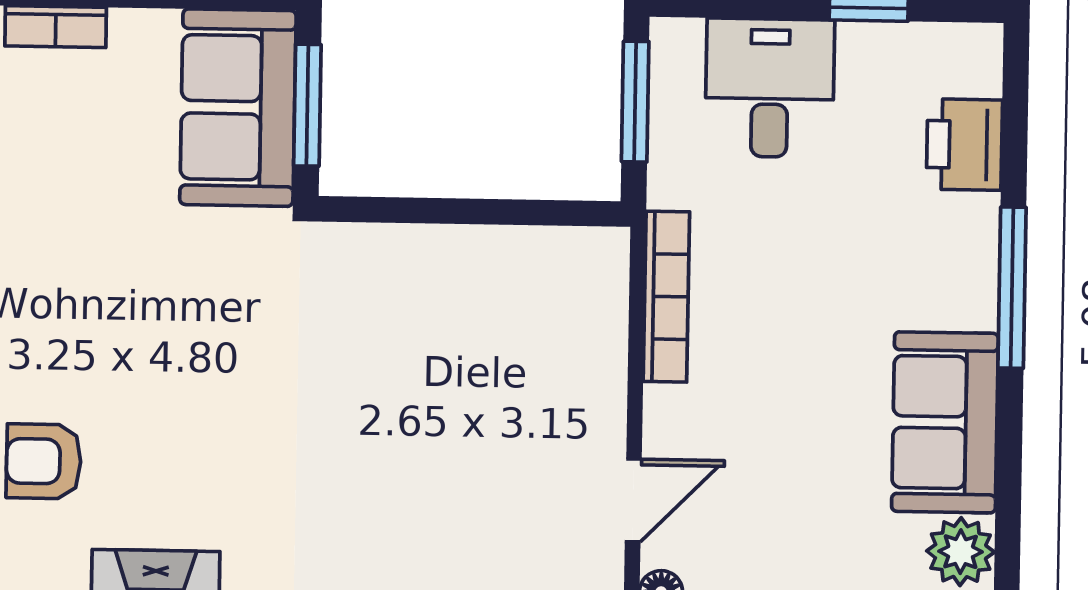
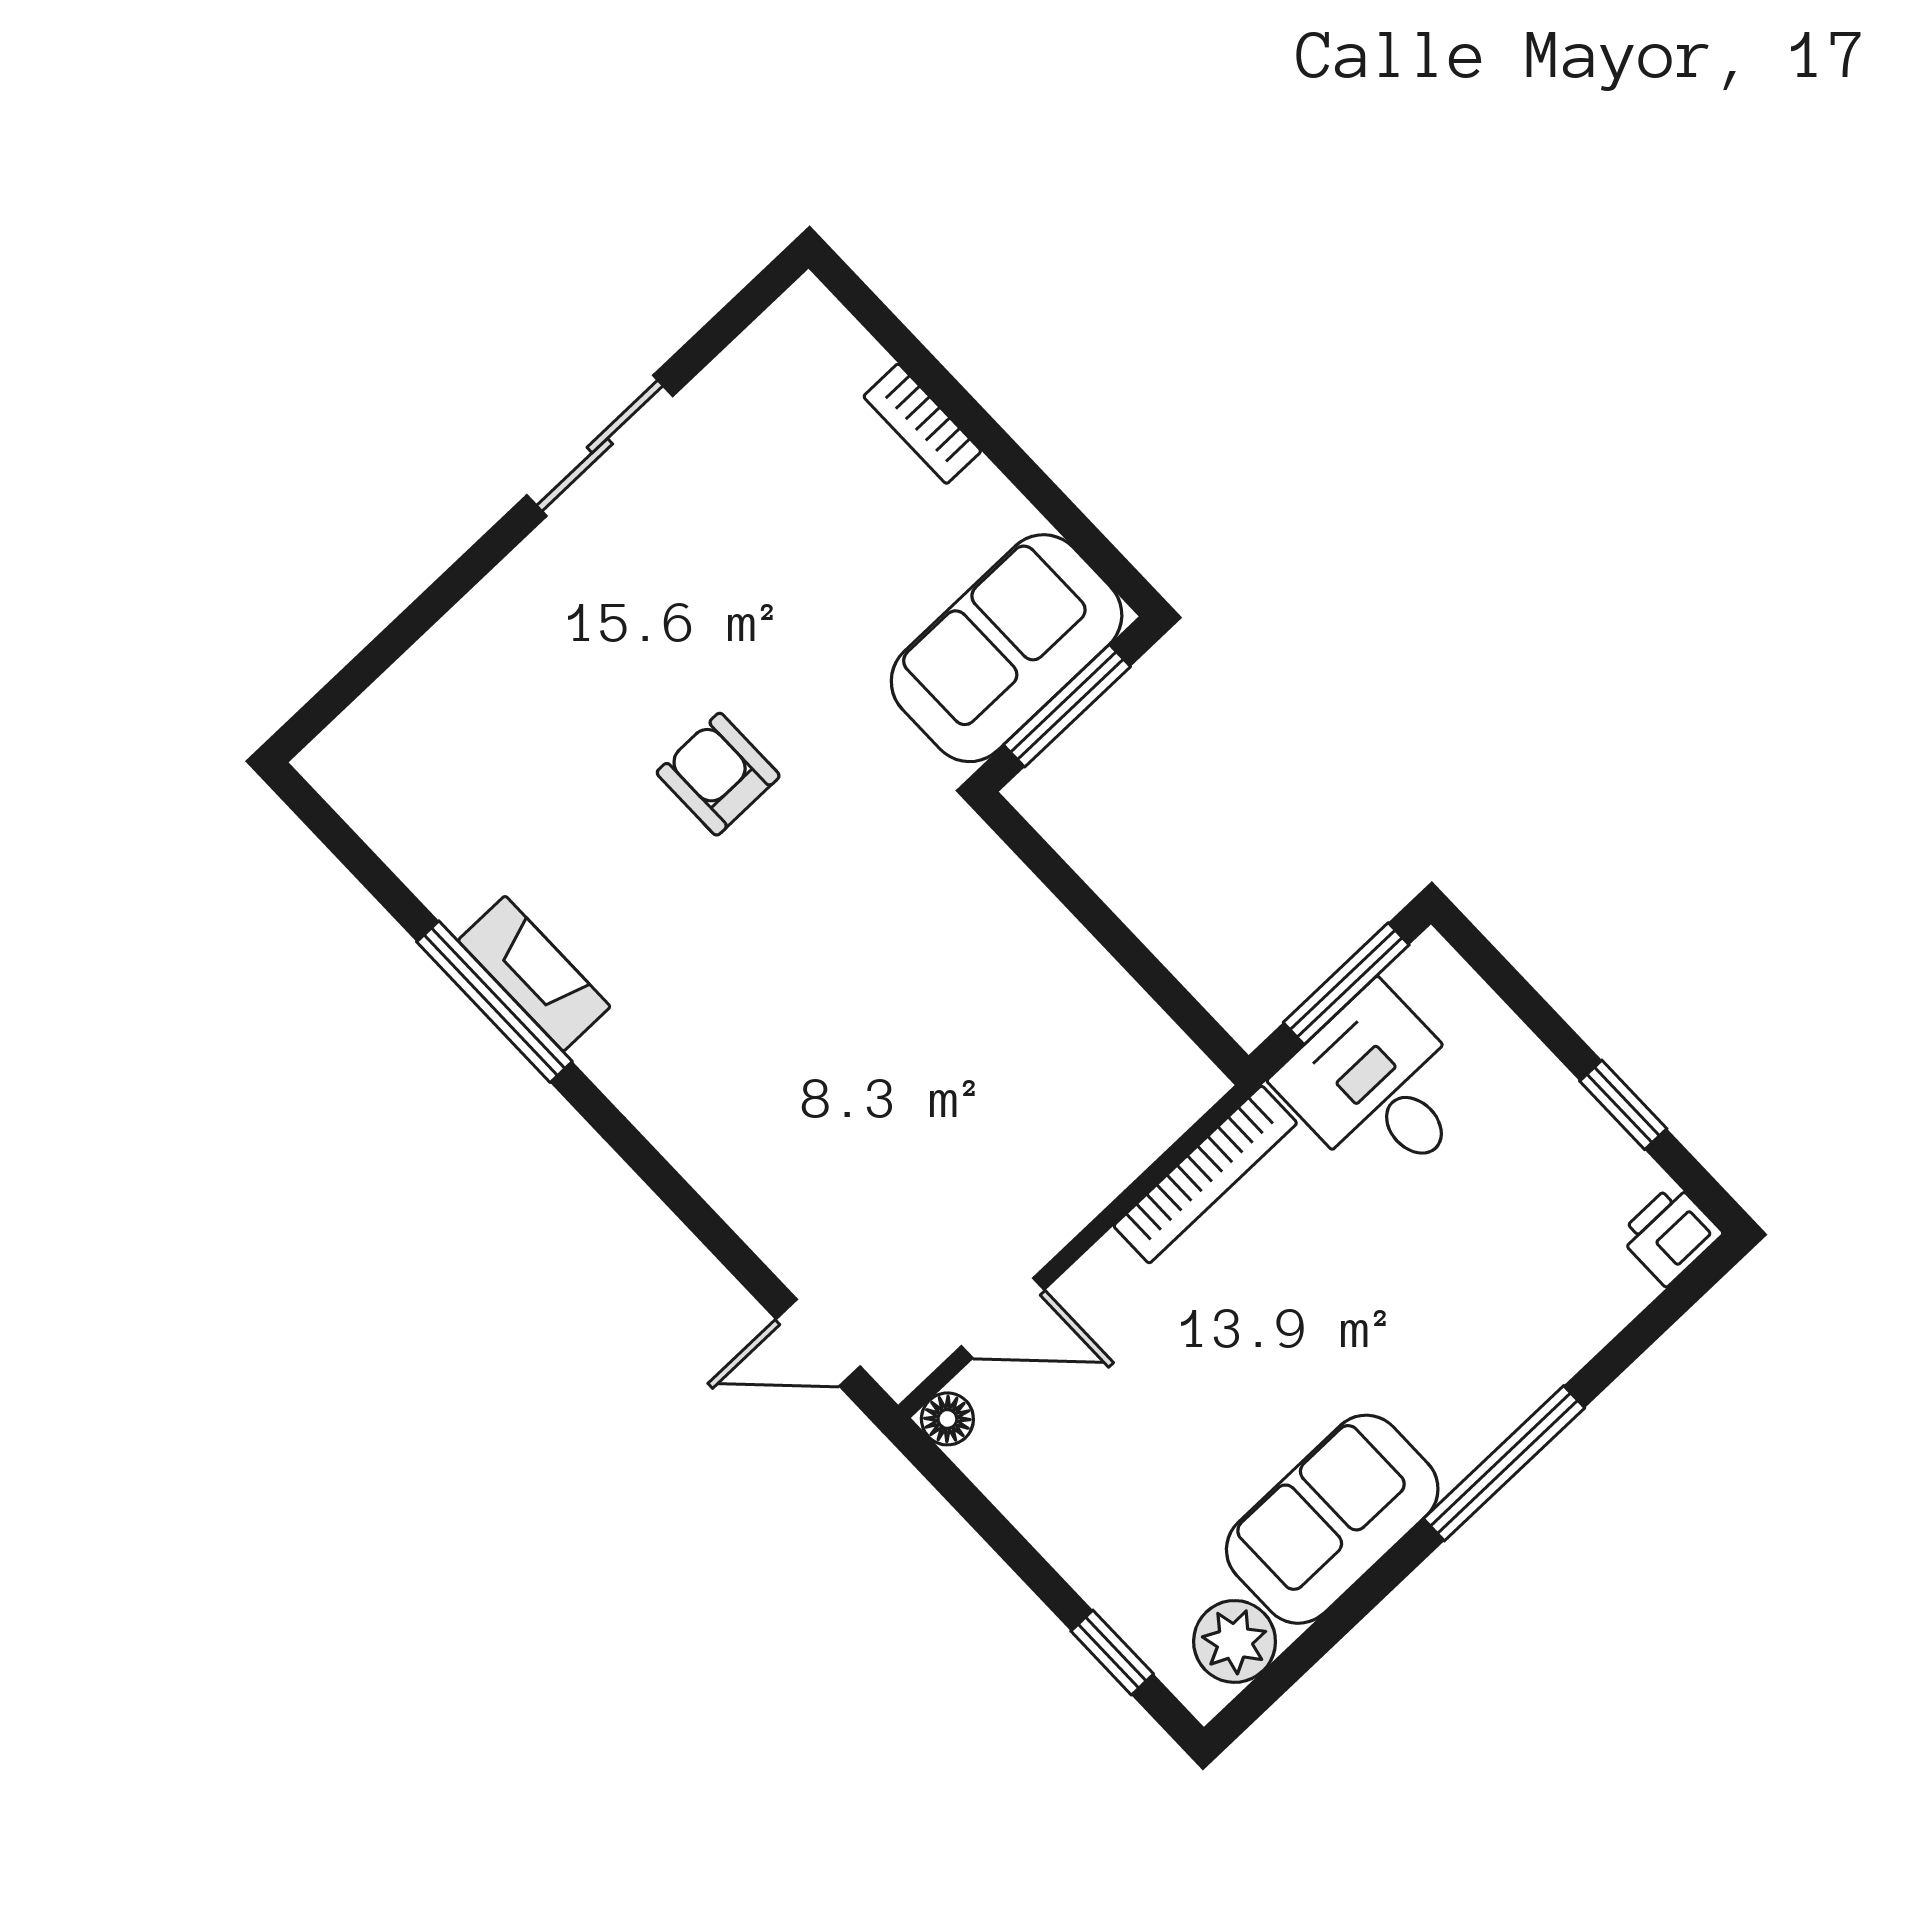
desk: (770, 88) -> (1379, 1088), moved, turned -90
printer: (964, 145) -> (1670, 1235), moved, width x0.73, depth x0.81
armchair: (44, 461) -> (718, 774), moved

